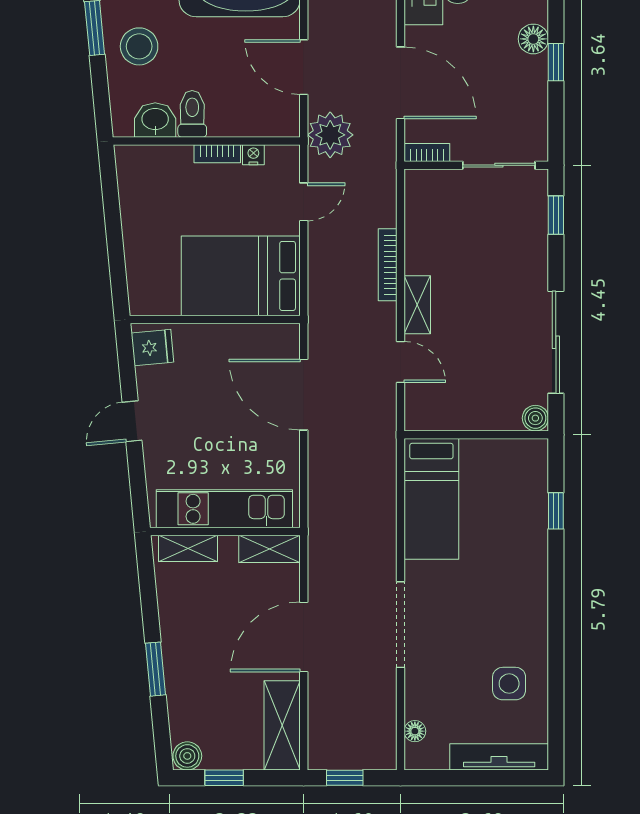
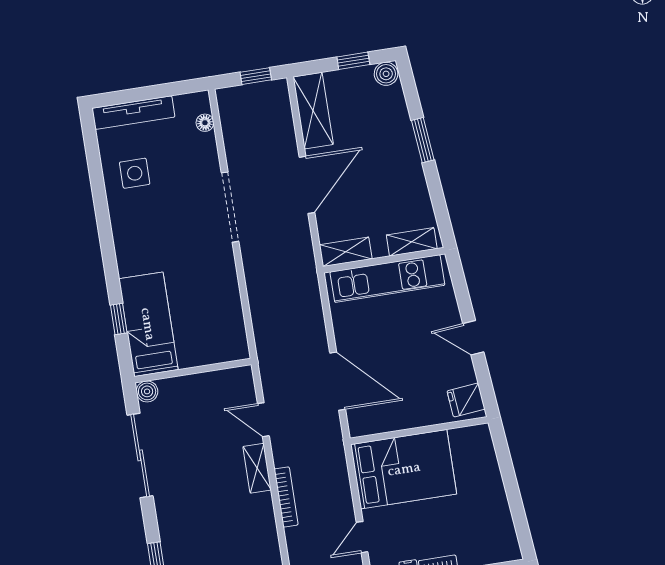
door: (132, 421) -> (473, 338), swing flipped
bed: (431, 499) -> (148, 324), moved

